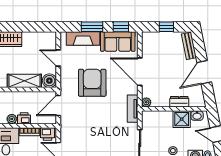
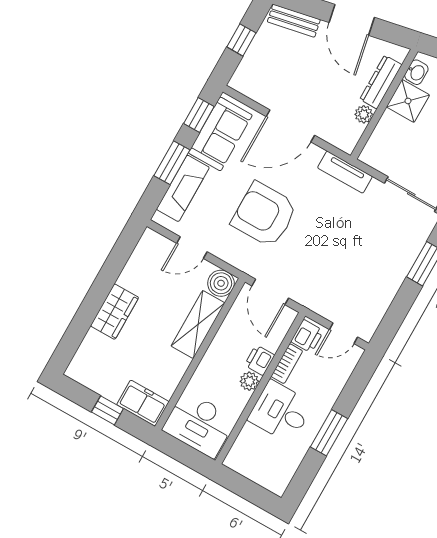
plant: (146, 102) -> (364, 114), moved
dresser: (179, 102) -> (381, 82), width x1.44

